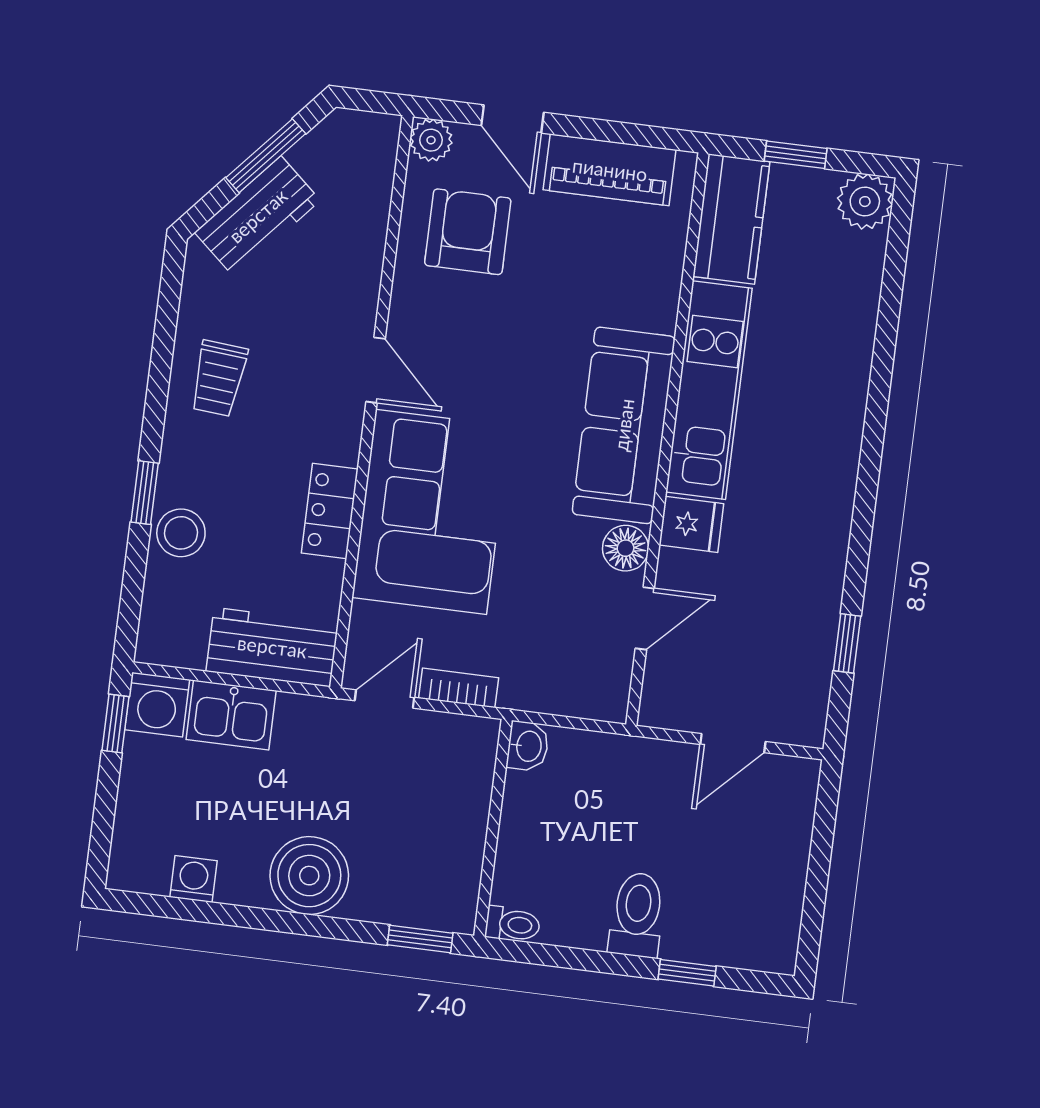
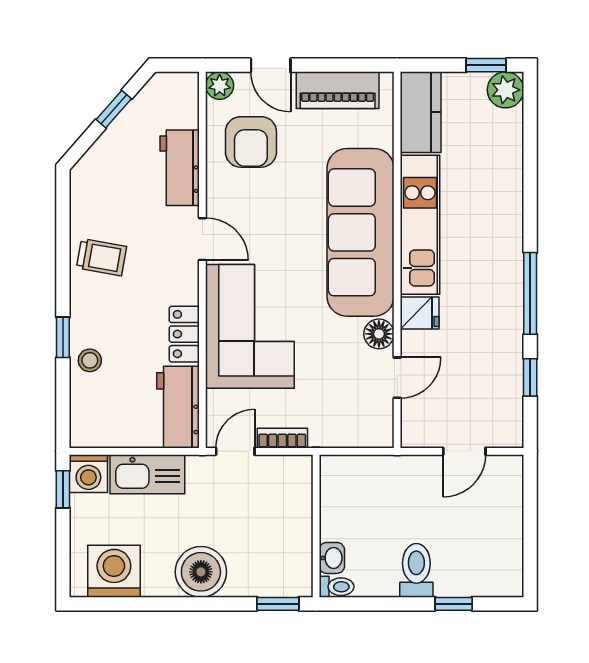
window: (796, 155) -> (486, 65), moved
window: (266, 156) -> (114, 109), width x0.67
workbench: (258, 216) -> (180, 168), moved, turned 139
armchair: (468, 232) -> (251, 142), turned 180
trolley: (219, 378) -> (102, 257), turned -85
sofa: (624, 425) -> (361, 232), width x1.36, depth x1.27
window: (863, 516) -> (530, 293), added
stool: (181, 533) -> (90, 360), width x0.73, depth x0.73
workbench: (272, 647) -> (178, 407), moved, turned -90
kitchen sink: (231, 715) -> (147, 474), width x1.38
washbasin: (528, 746) -> (332, 558), moved
washing machine: (194, 879) -> (114, 571), width x1.89, depth x1.89

